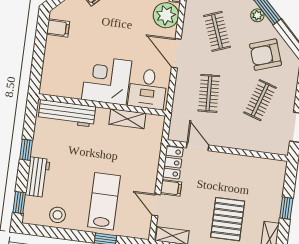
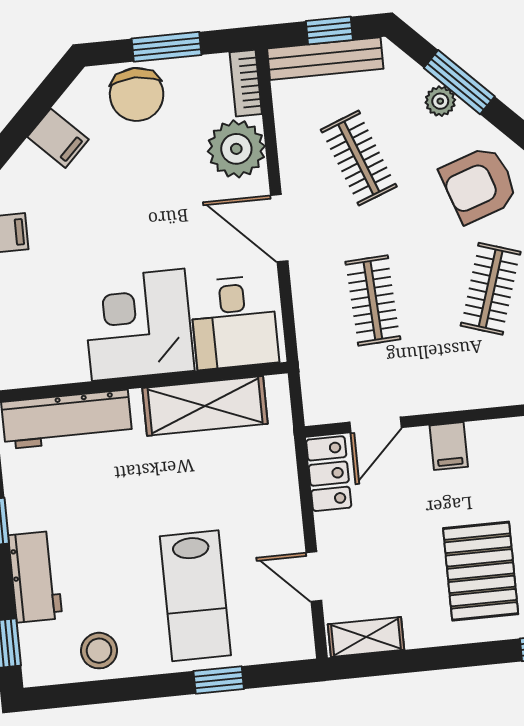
shelving: (127, 119) -> (205, 406), width x1.50, depth x1.33
door: (198, 147) -> (376, 425), swing flipped
filing cabinet: (171, 188) -> (449, 446), moved, turned 90
lab bench: (104, 201) -> (195, 596), turned 180

